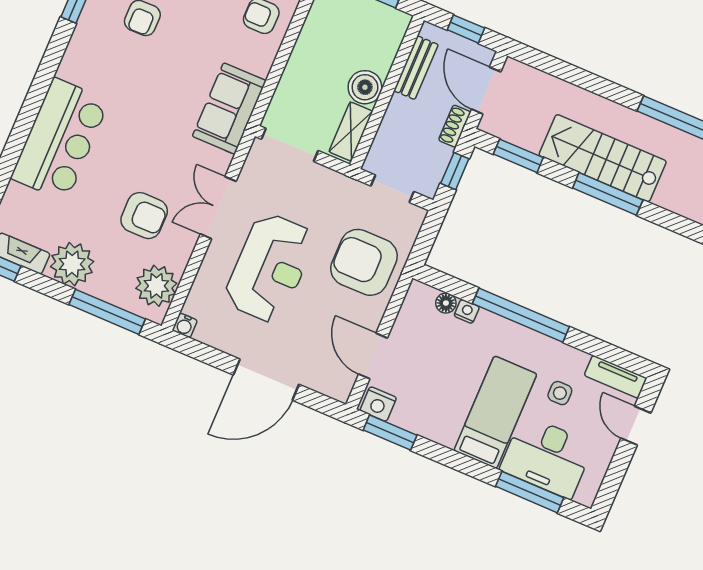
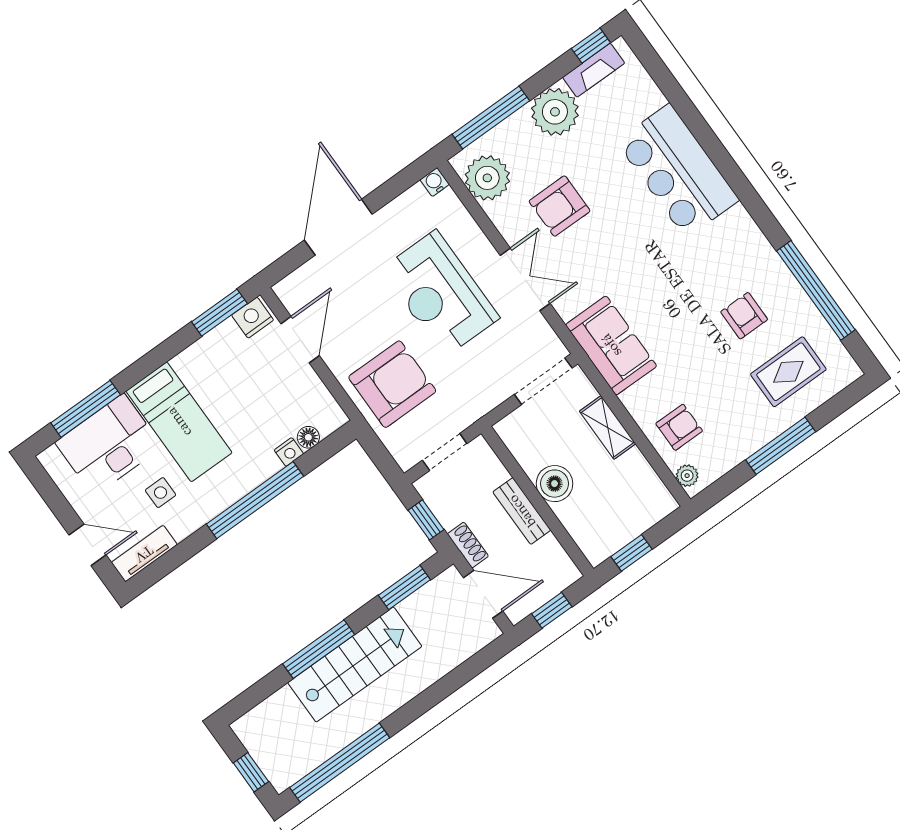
bench: (416, 68) -> (522, 511), moved
shelving: (351, 132) -> (608, 427), moved
door: (373, 356) -> (300, 340), hinge flipped

